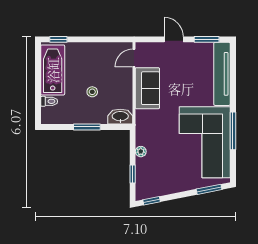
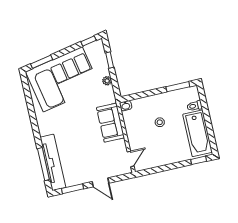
sofa: (147, 88) -> (111, 123), moved
washbasin: (120, 117) -> (126, 106), width x0.52, depth x0.69
window: (87, 127) -> (178, 87), moved
window: (233, 131) -> (43, 164), moved
corner sofa: (205, 142) -> (63, 79), moved, turned 79

